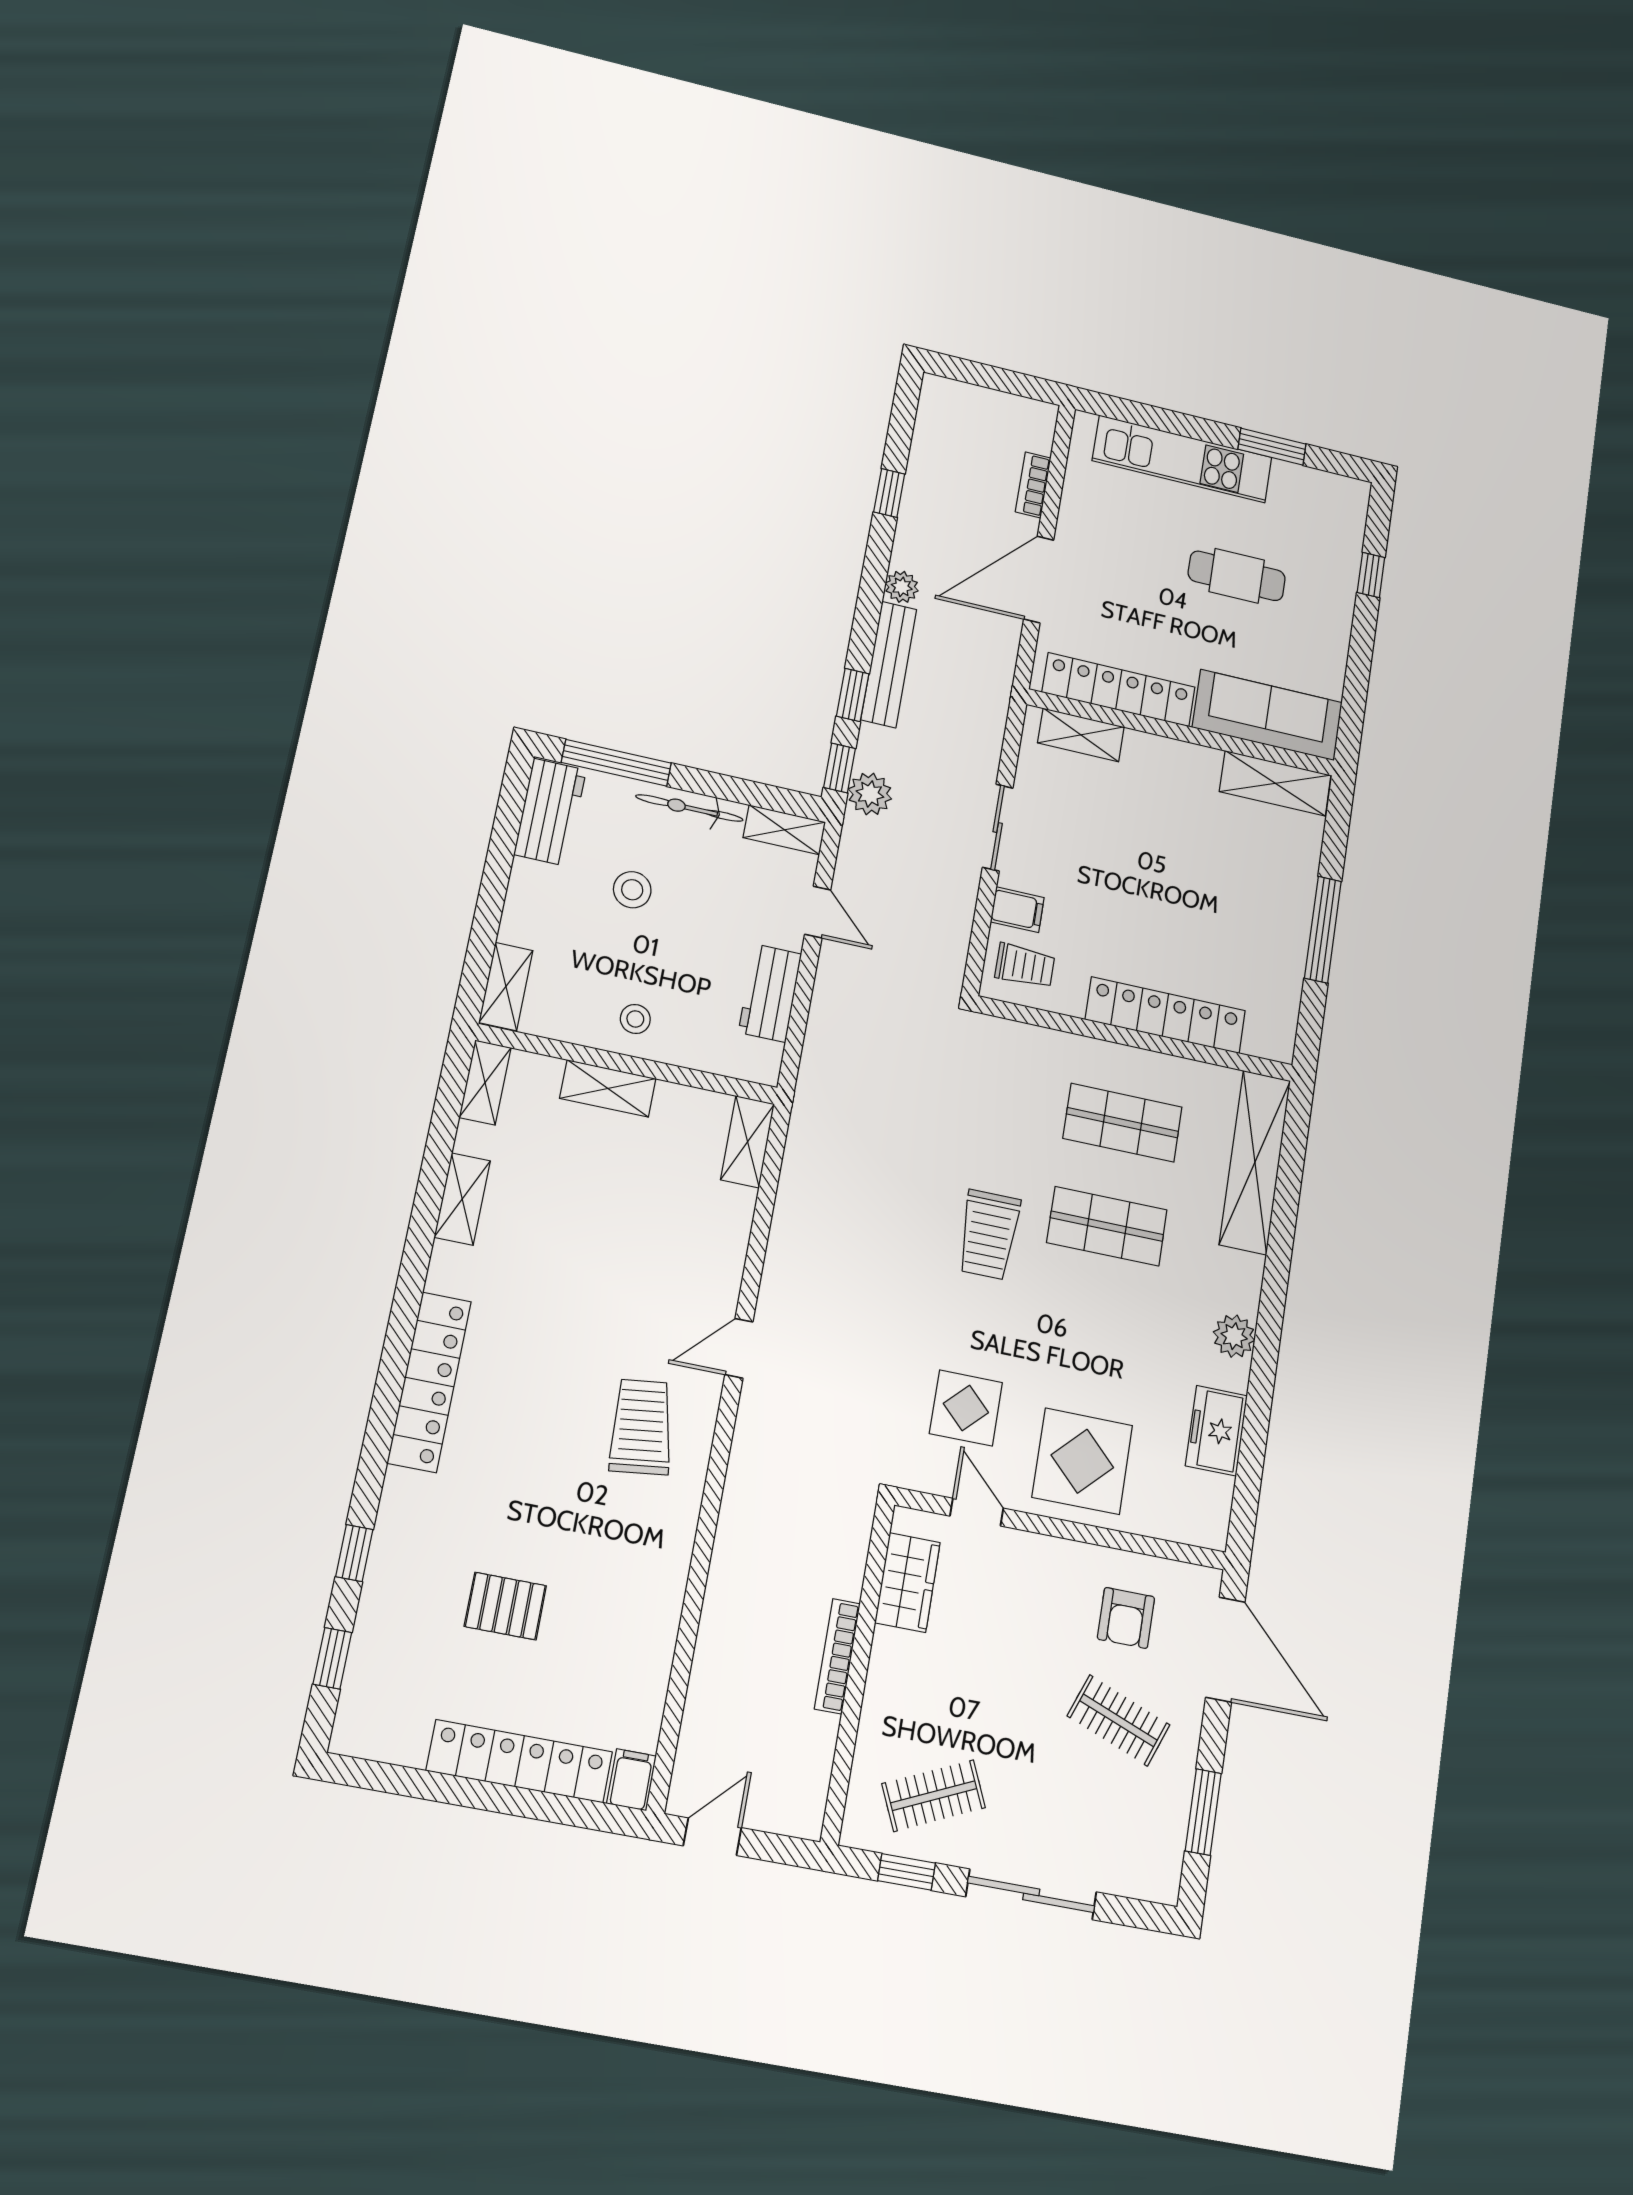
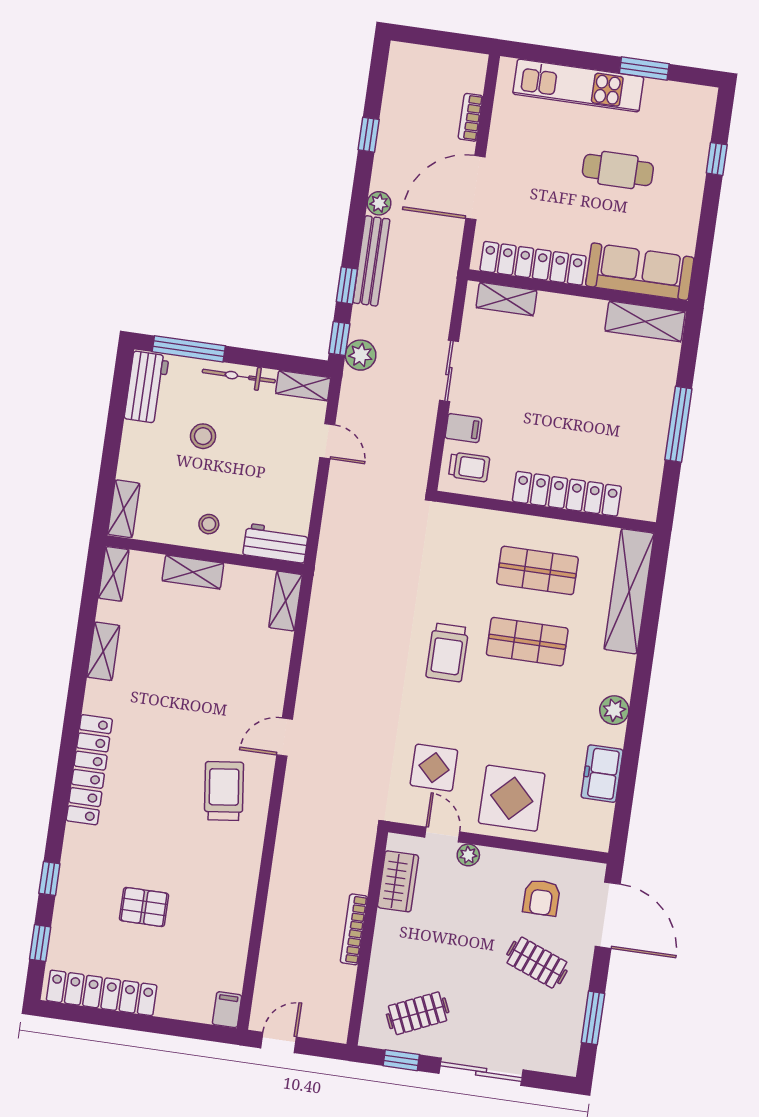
workbench: (770, 993) -> (276, 543), moved, turned 90
plant: (1016, 1546) -> (468, 855), added
locker: (519, 1761) -> (102, 993), moved

